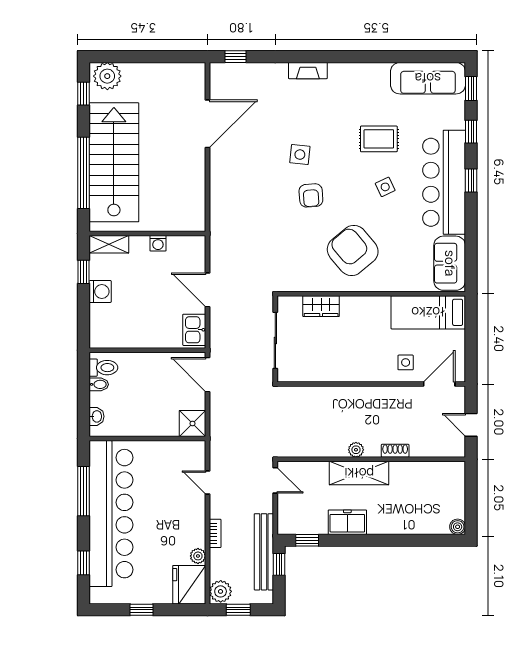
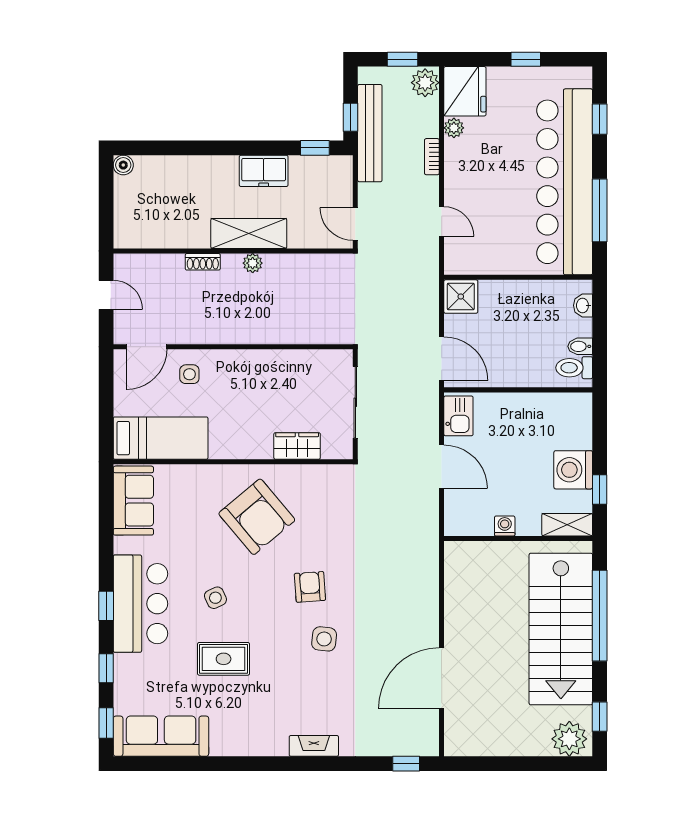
bar counter: (444, 182) -> (140, 604), width x0.73
washing machine: (100, 291) -> (573, 470), width x1.37, depth x1.37

